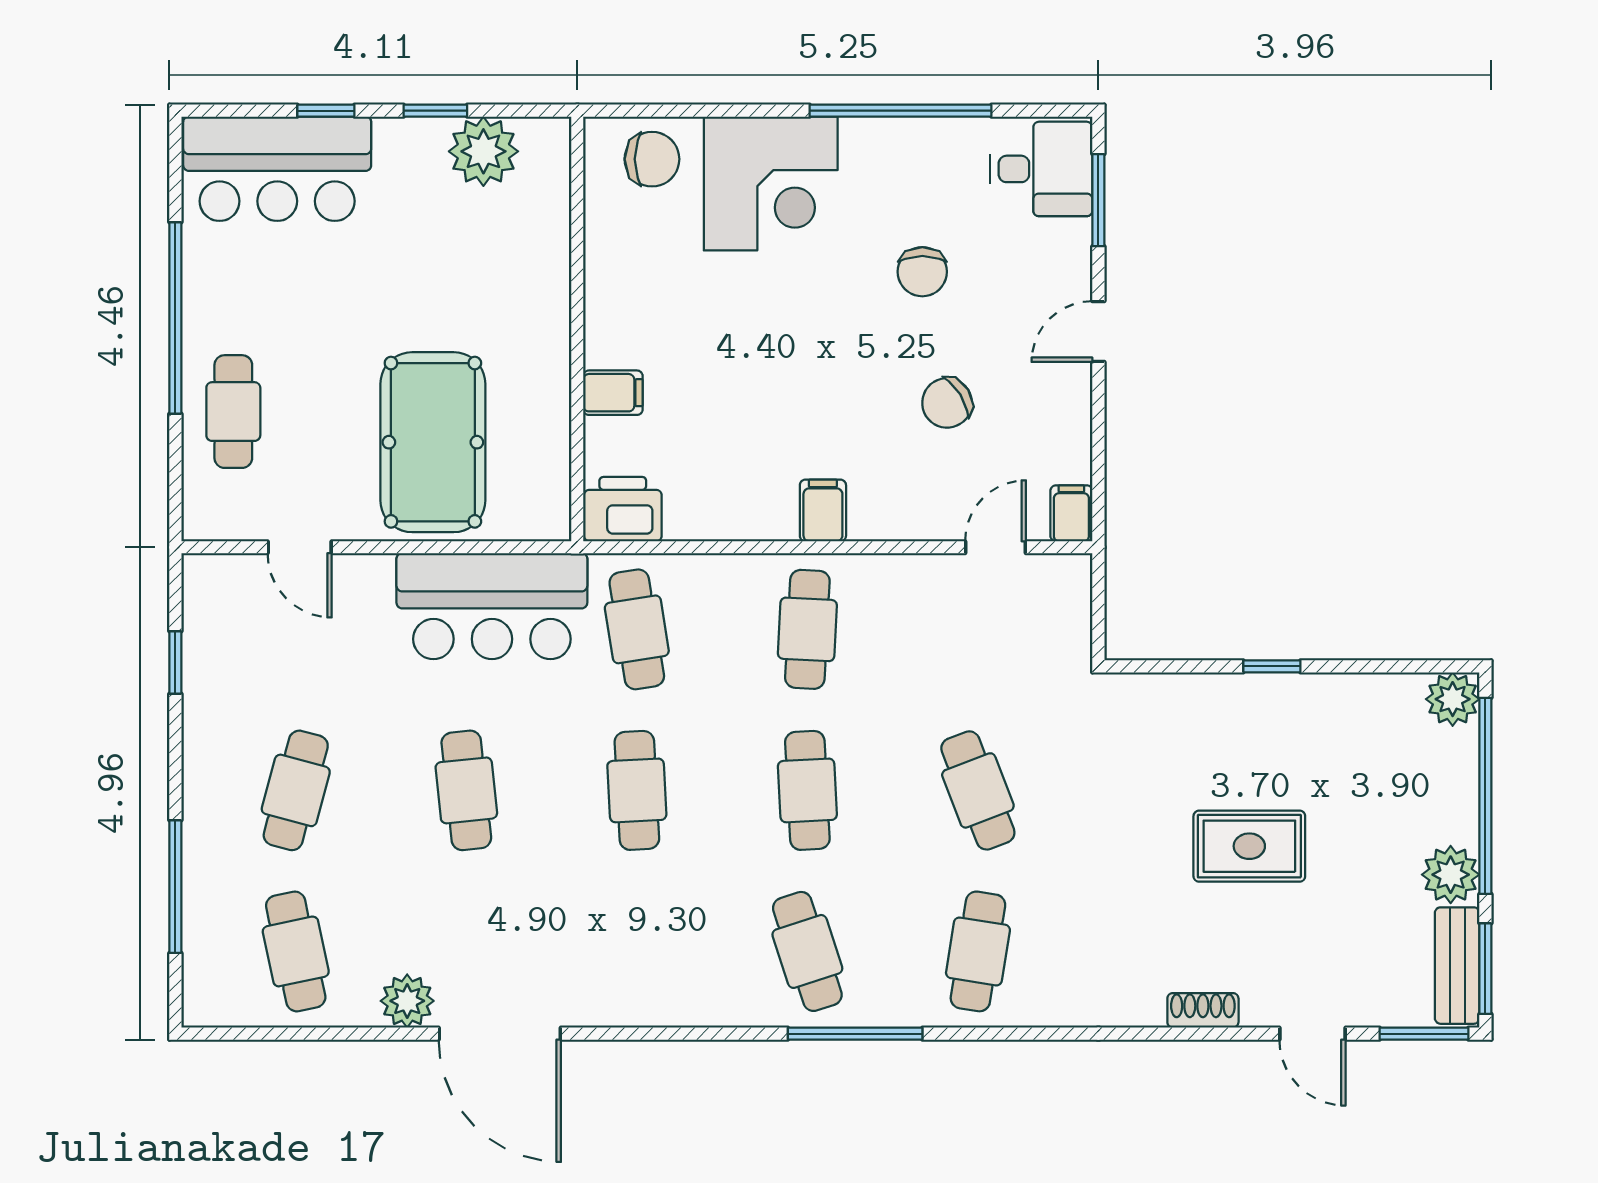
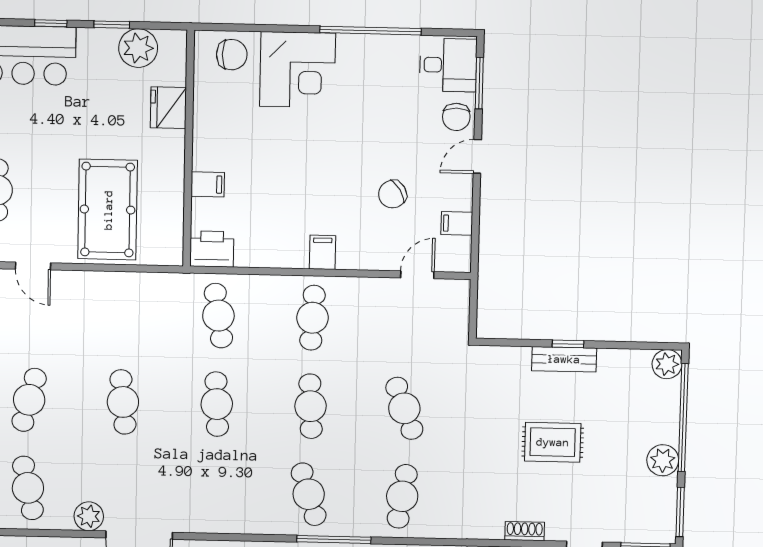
fridge: (540, 257) -> (168, 108), added
chair: (922, 272) -> (456, 117), moved
filing cabinet: (1071, 513) -> (457, 223), moved, turned -90
bar counter: (492, 606) -> (139, 301), removed
bench: (1457, 966) -> (564, 359), moved, turned 90

